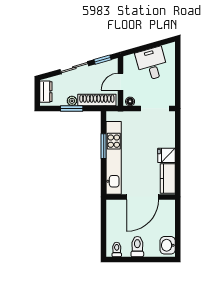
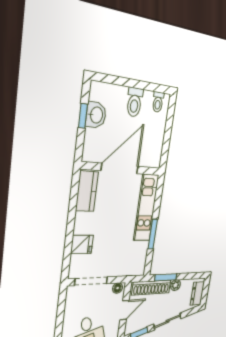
window: (72, 108) -> (166, 277), moved
fridge: (167, 155) -> (82, 244), moved
kitchen unit: (114, 158) -> (146, 208), width x0.73
window: (178, 232) -> (83, 116), added
washbasin: (168, 245) -> (96, 115), moved

